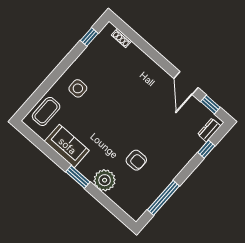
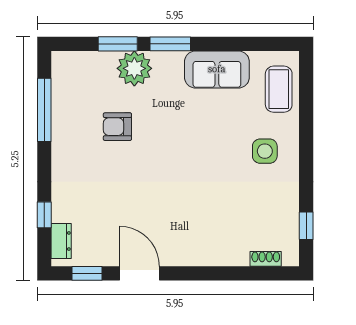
window: (102, 198) -> (118, 44), added

